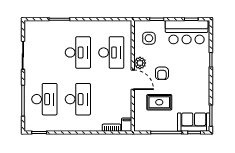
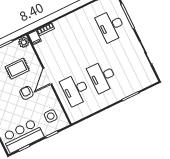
plant: (140, 63) -> (24, 42), moved
door: (133, 80) -> (47, 76), hinge flipped
desk: (78, 99) -> (84, 39), removed

